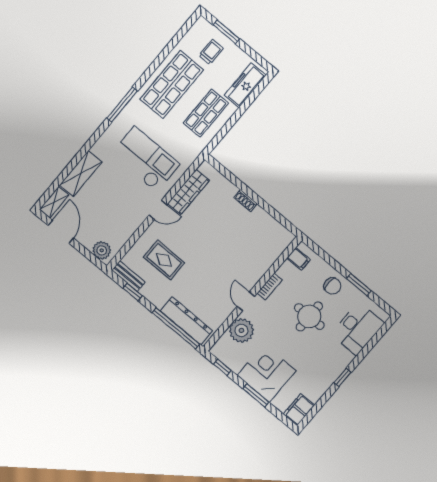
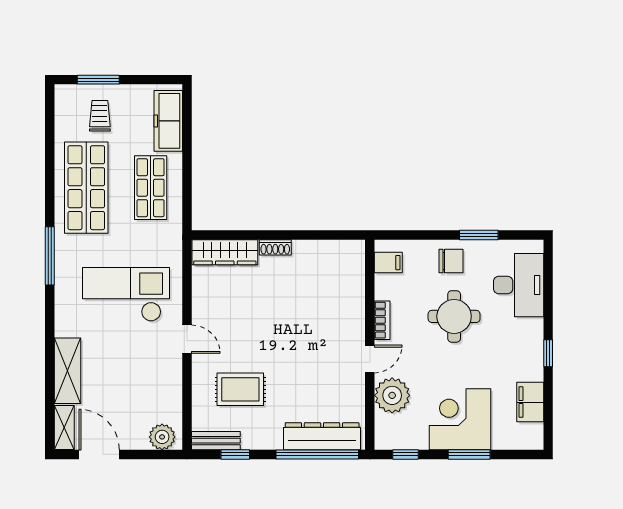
wardrobe: (188, 192) -> (225, 252), moved, turned 90
door: (158, 210) -> (187, 339), hinge flipped
door: (246, 301) -> (370, 359), swing flipped
filing cabinet: (299, 410) -> (530, 402), moved

